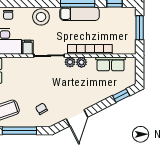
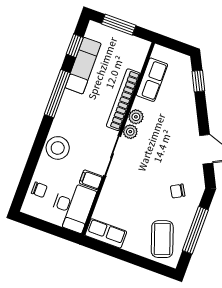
exam couch: (80, 14) -> (83, 66), moved

